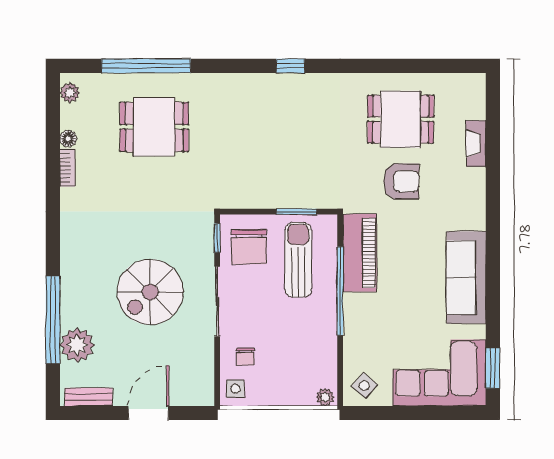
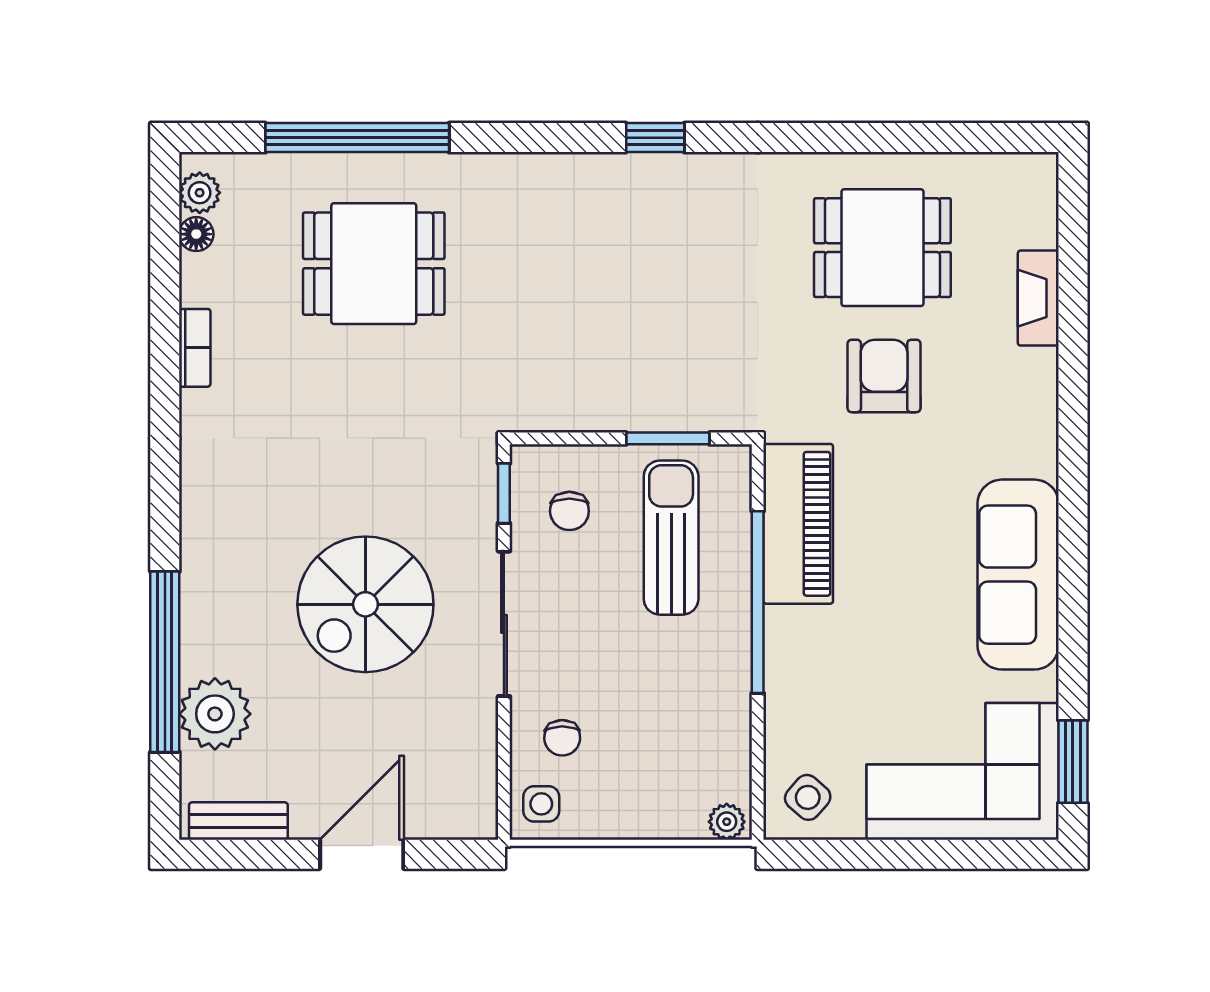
floor lamp: (68, 139) -> (196, 234), moved
armchair: (401, 181) -> (884, 376), turned -90
chair: (249, 247) -> (569, 511), width x0.54, depth x0.54

